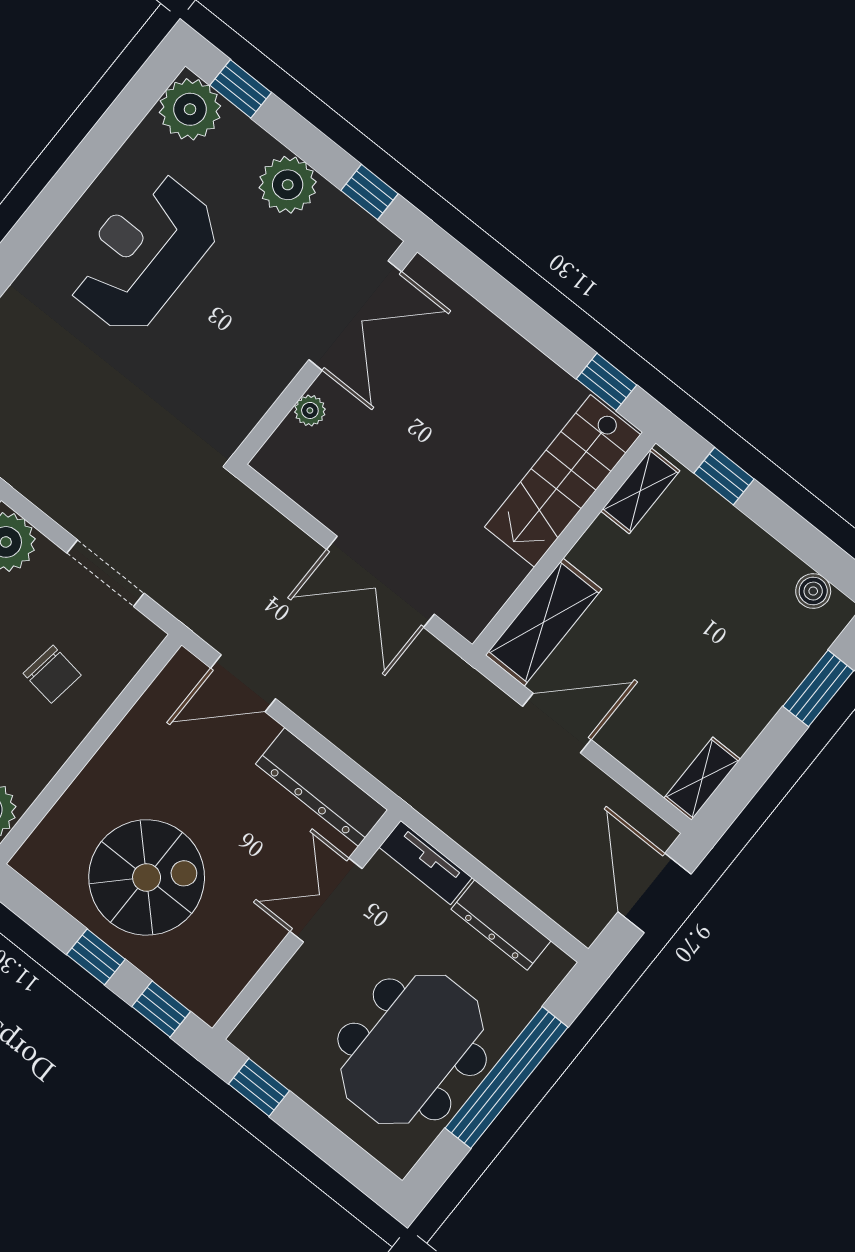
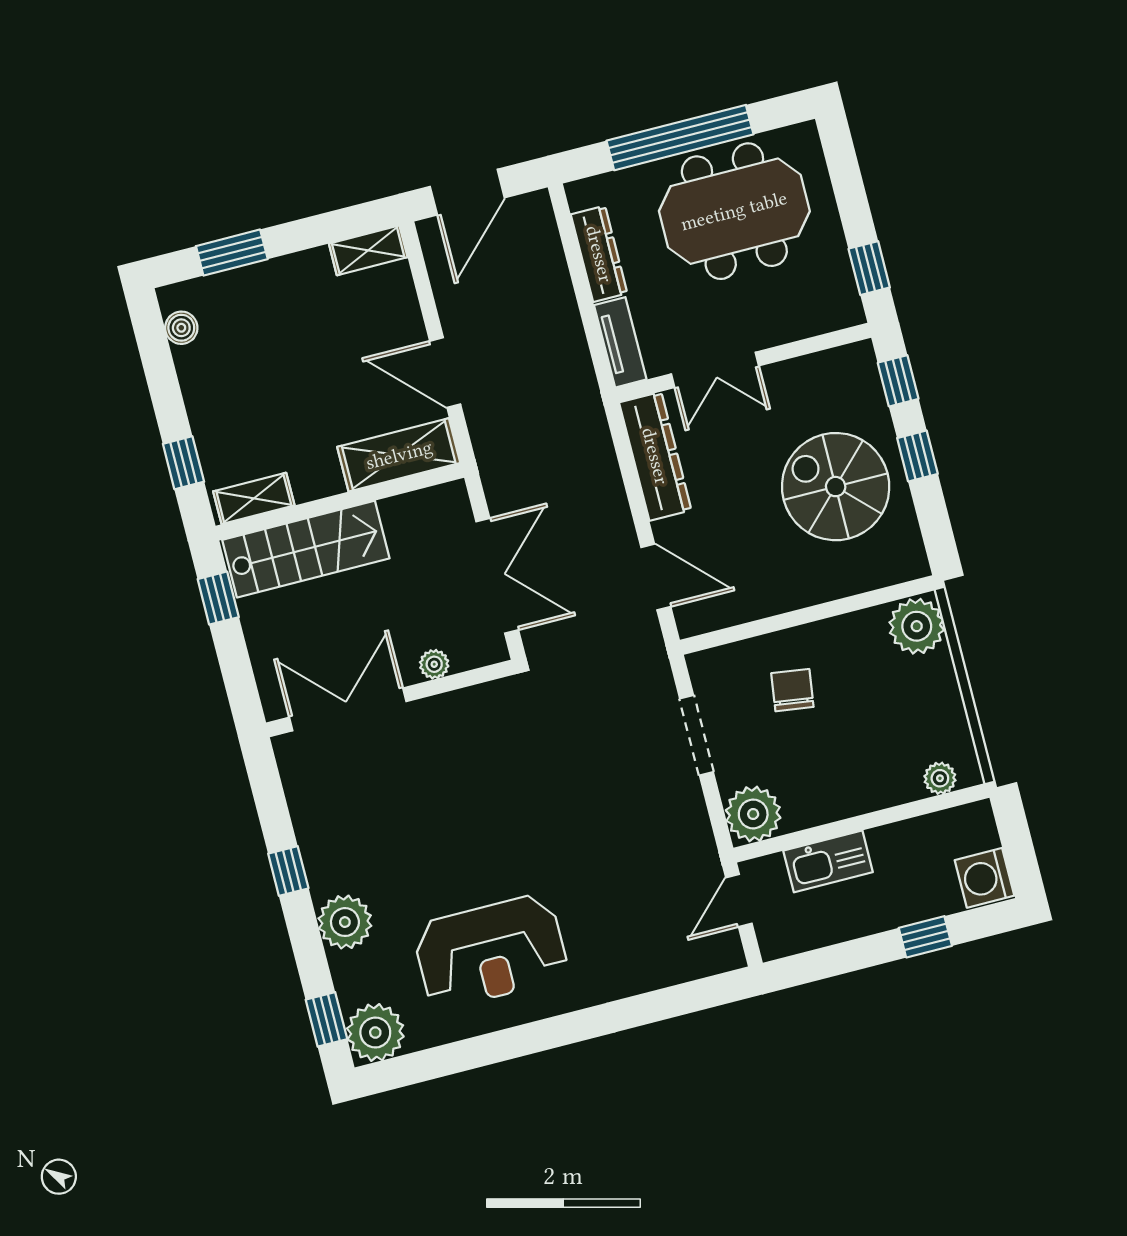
double door: (355, 316) -> (348, 709), moved
wall: (326, 353) -> (390, 698), moved
plant: (310, 410) -> (434, 664), moved

